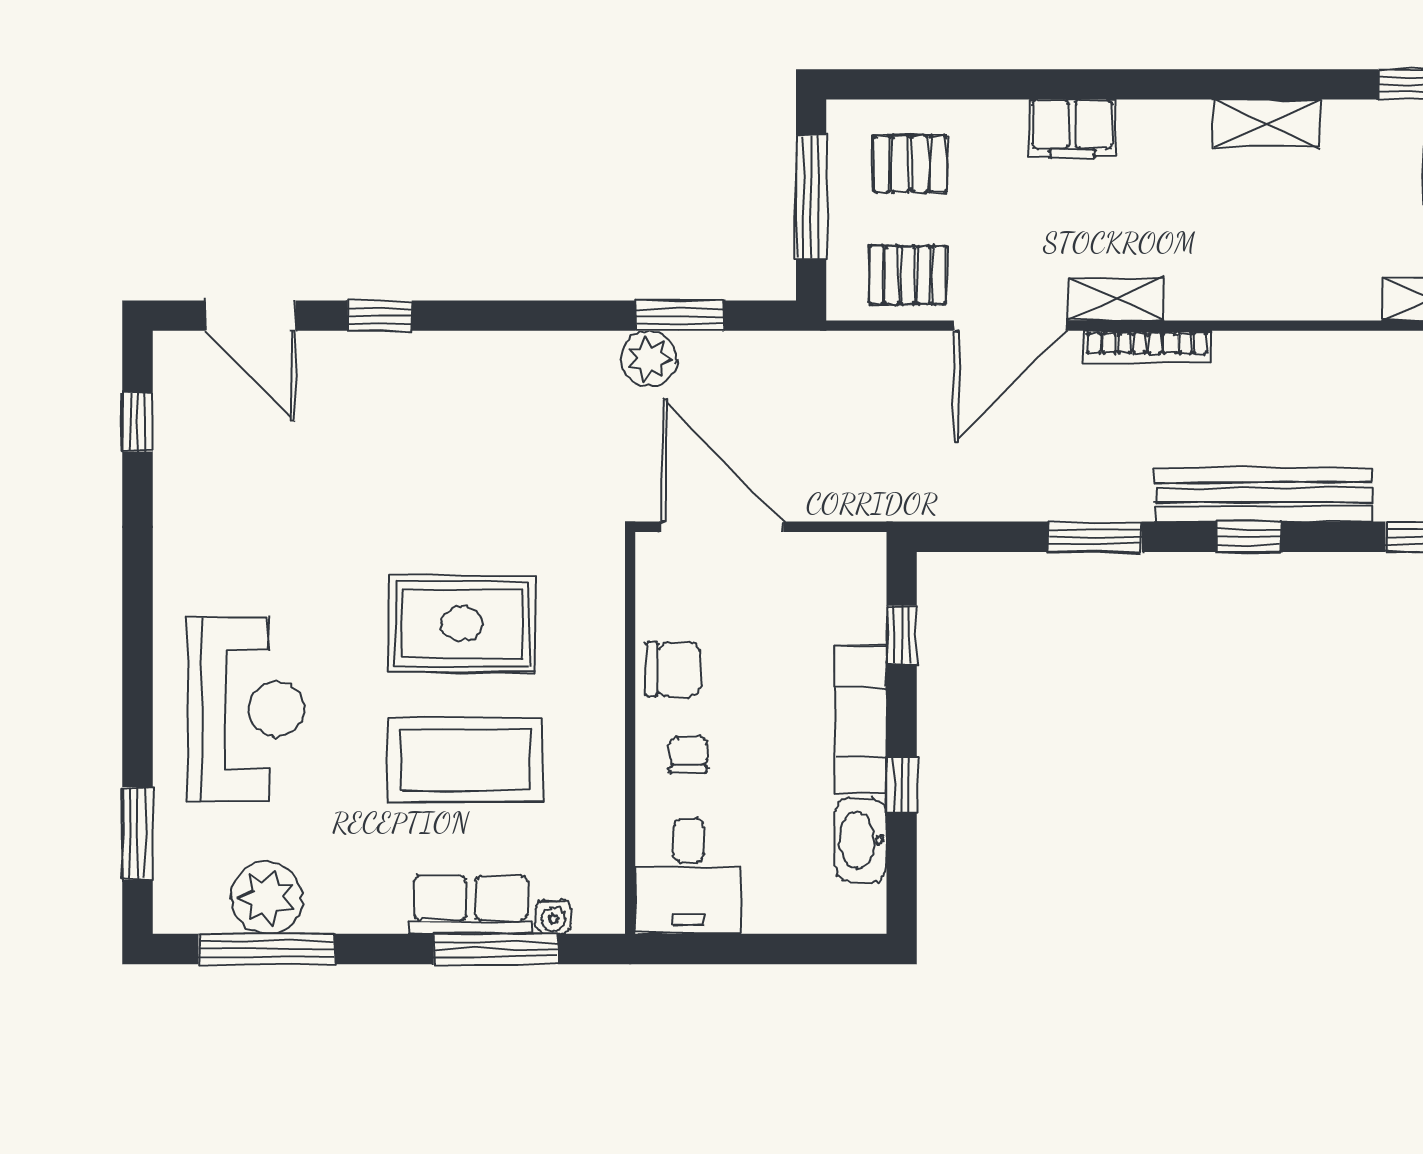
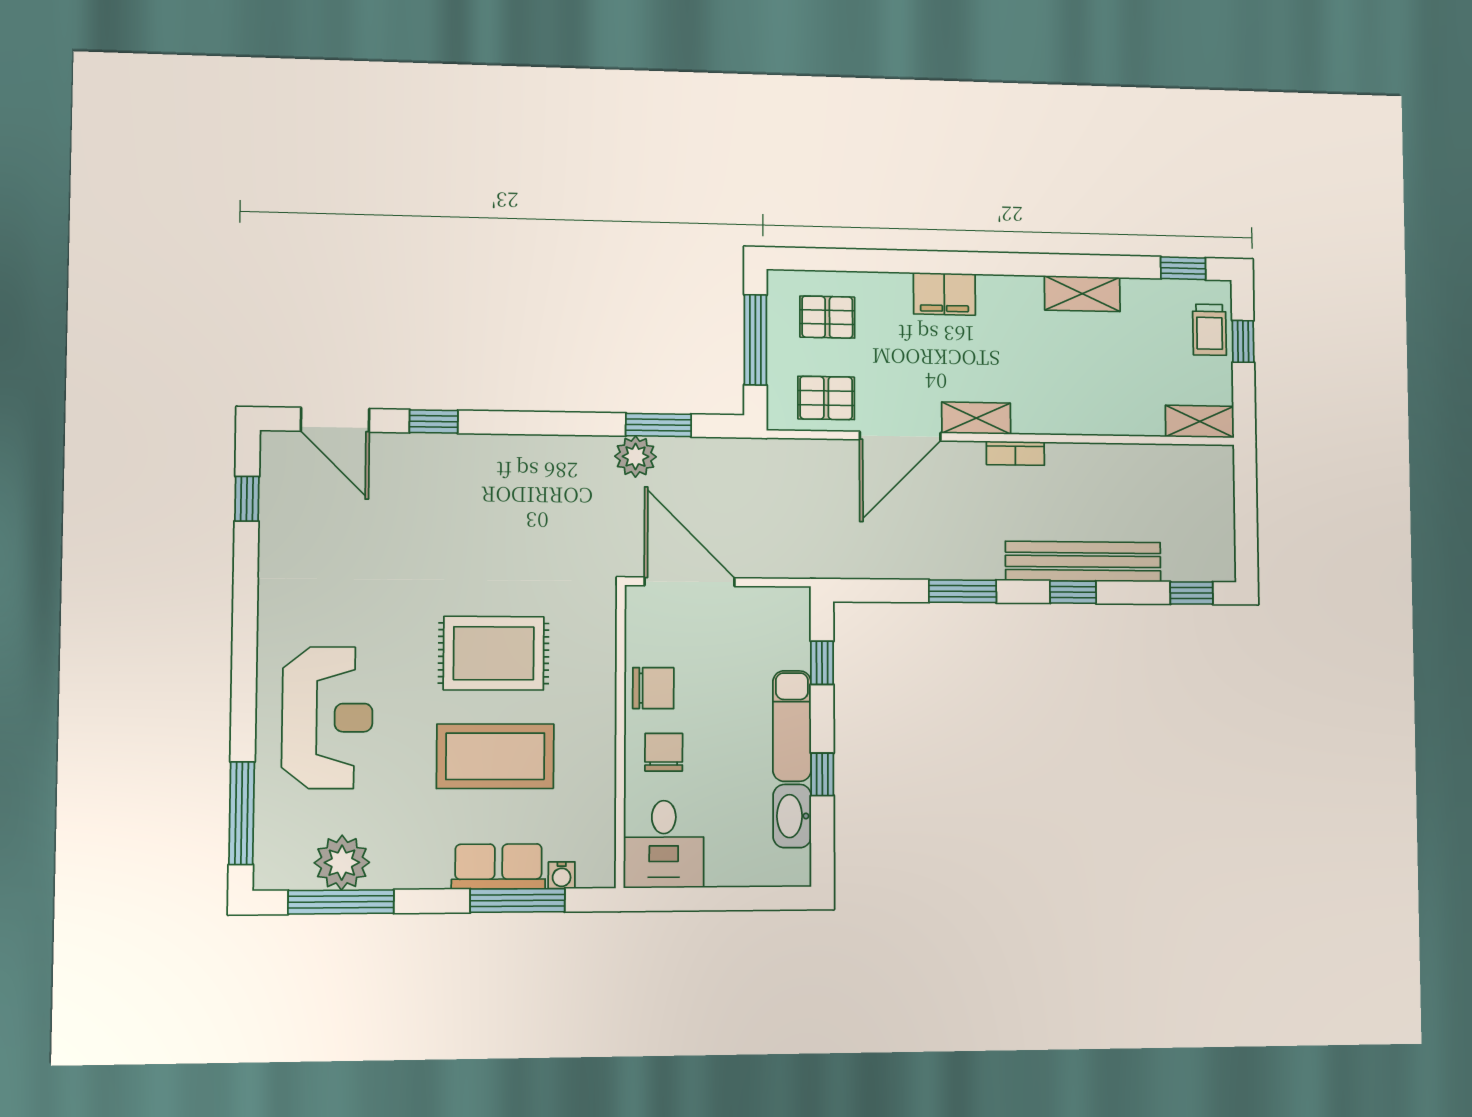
bookcase: (1147, 347) -> (1015, 453), width x0.64
chair: (688, 755) -> (664, 752), width x1.37, depth x1.37
window: (137, 833) -> (242, 813), width x1.44

